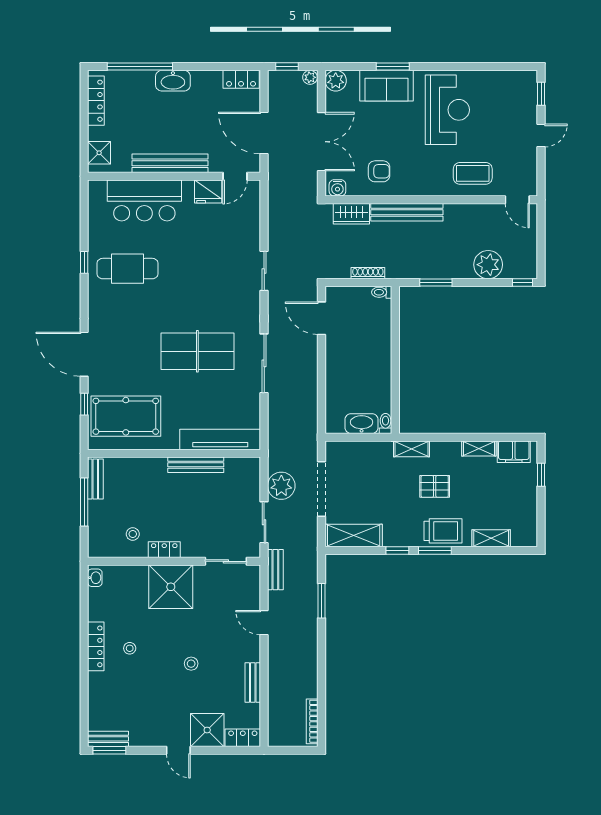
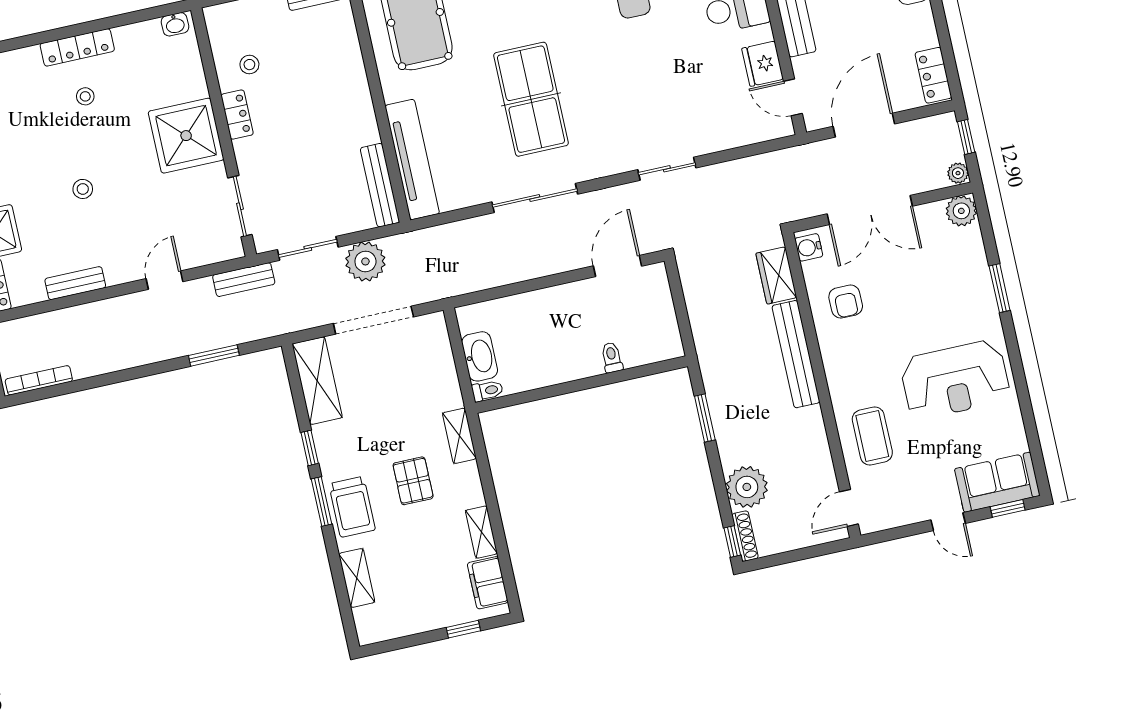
sofa: (387, 86) -> (997, 482), moved, turned 90
shoe rack: (368, 273) -> (745, 536), moved
toilet: (382, 292) -> (612, 357), moved
bench: (196, 465) -> (380, 185), moved

